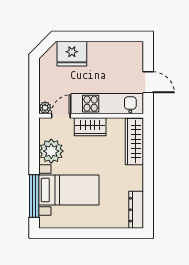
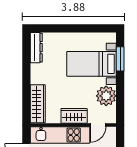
plant: (45, 108) -> (111, 132), removed
window: (34, 196) -> (120, 59), width x0.69

